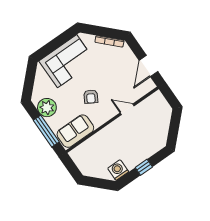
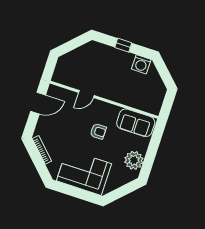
armchair: (91, 97) -> (98, 131), turned 59
door: (127, 109) -> (86, 94), hinge flipped
window: (46, 131) -> (153, 147), removed

